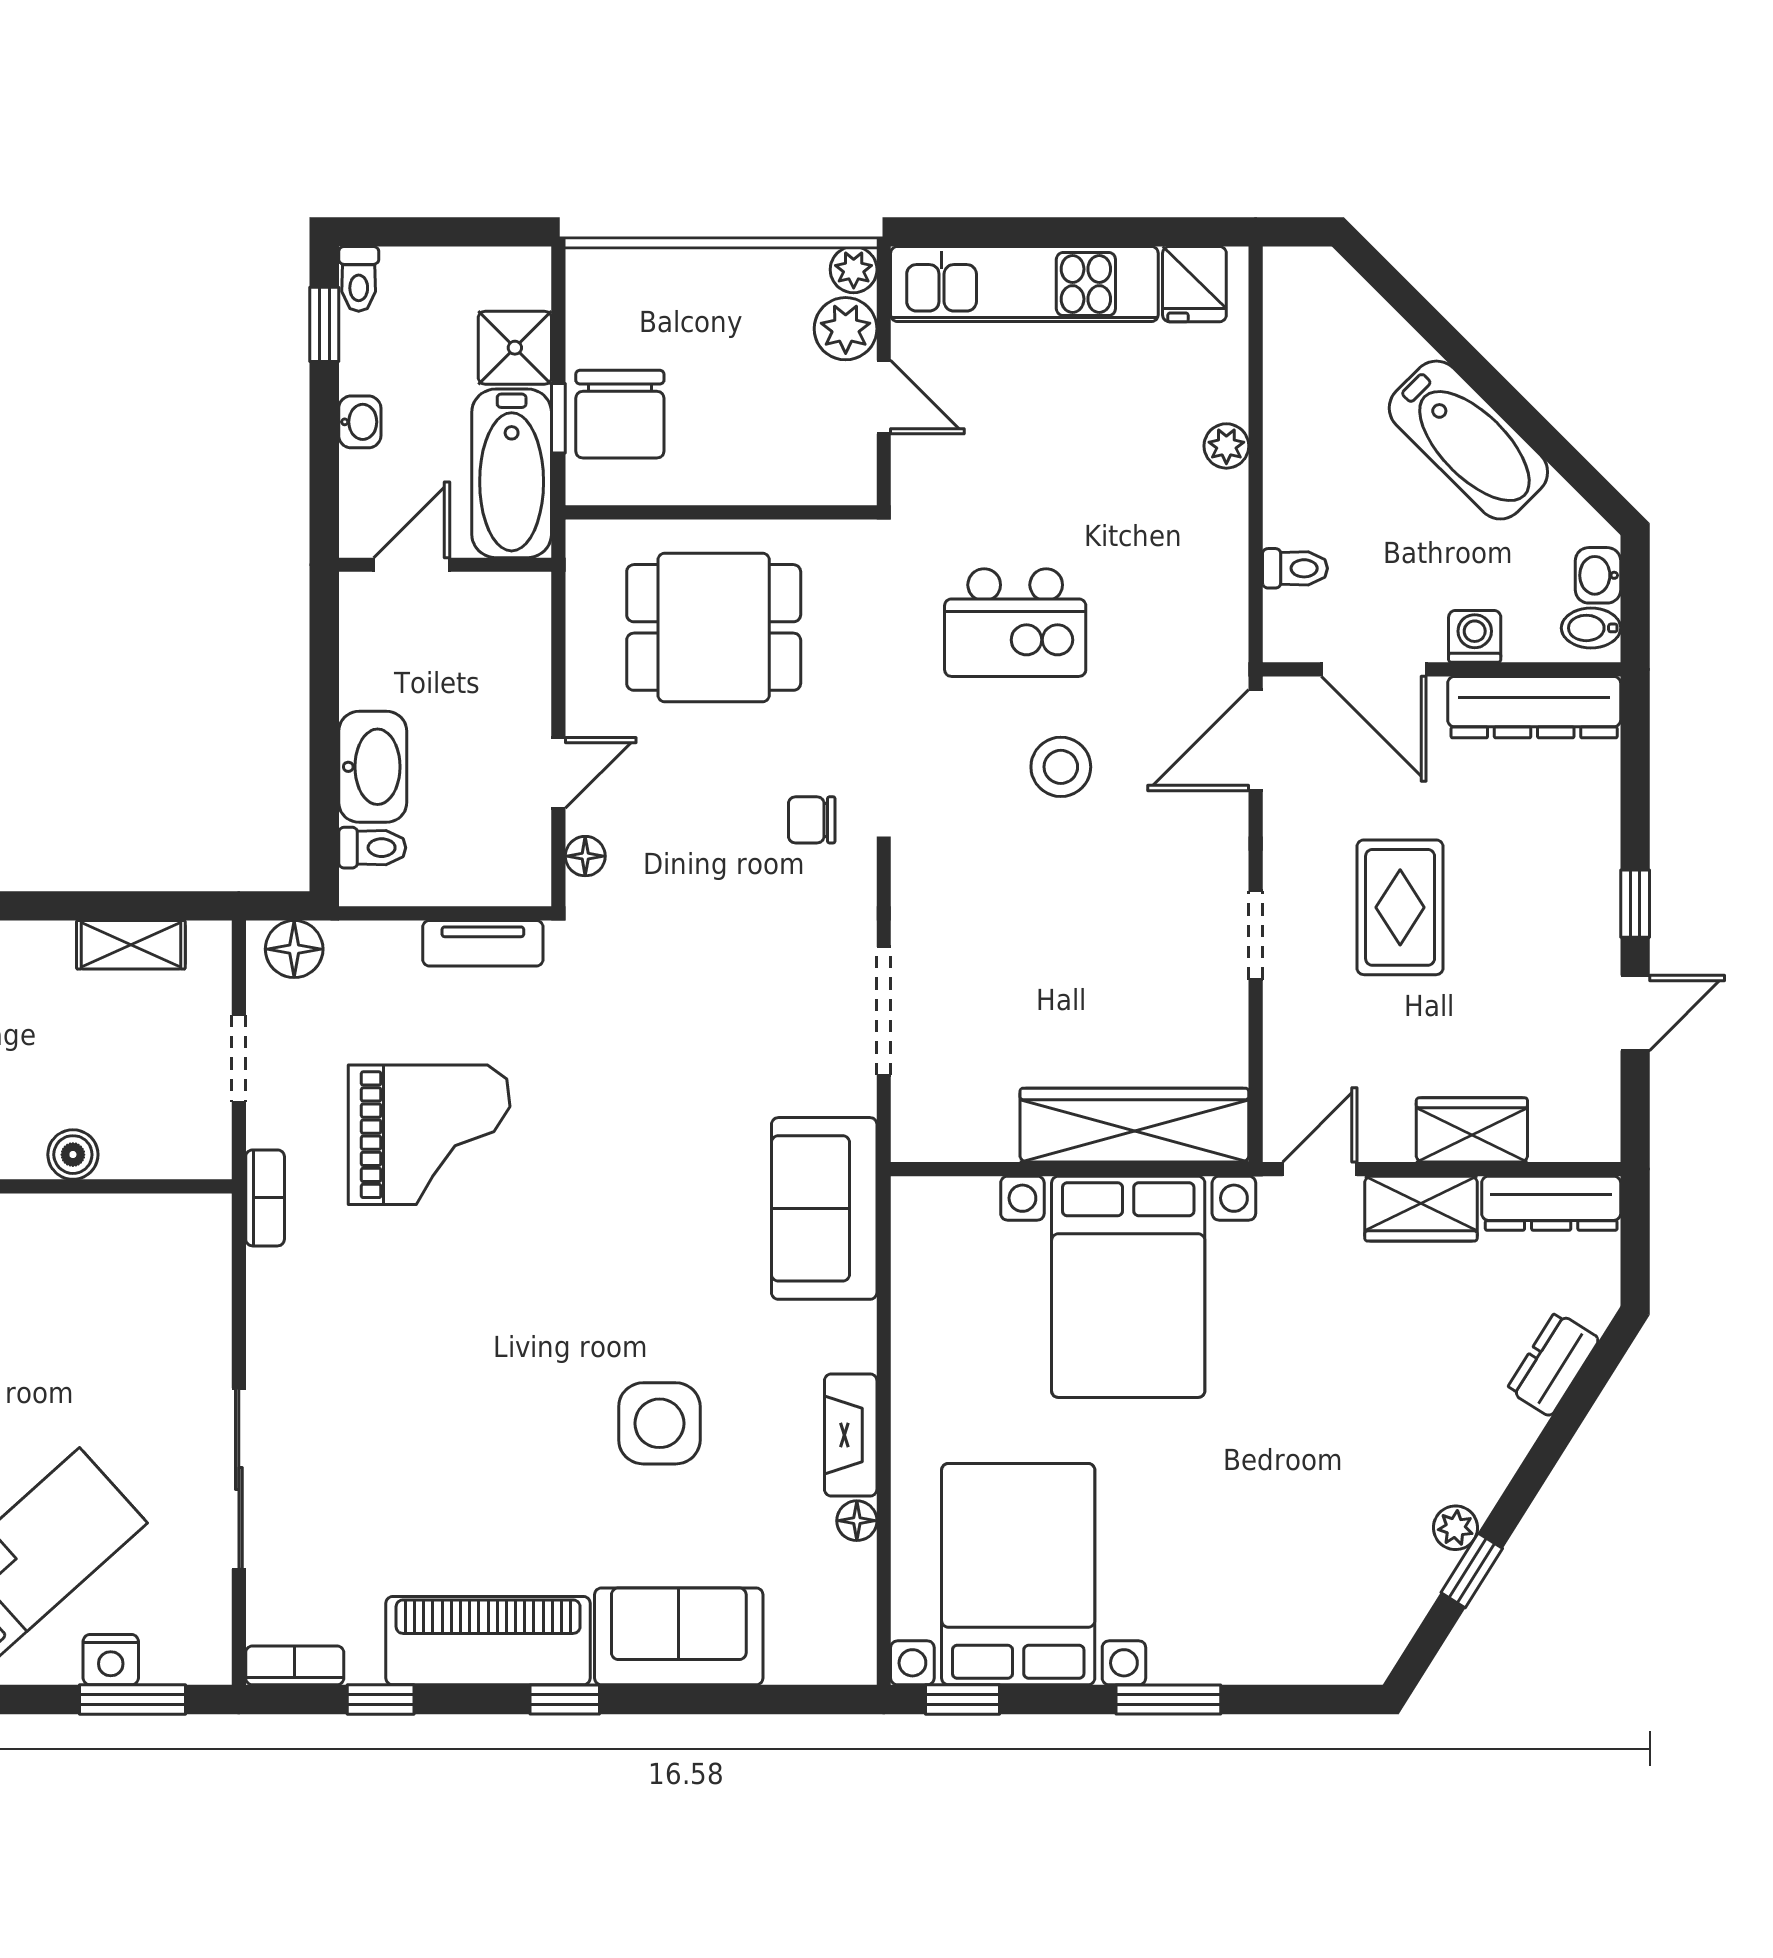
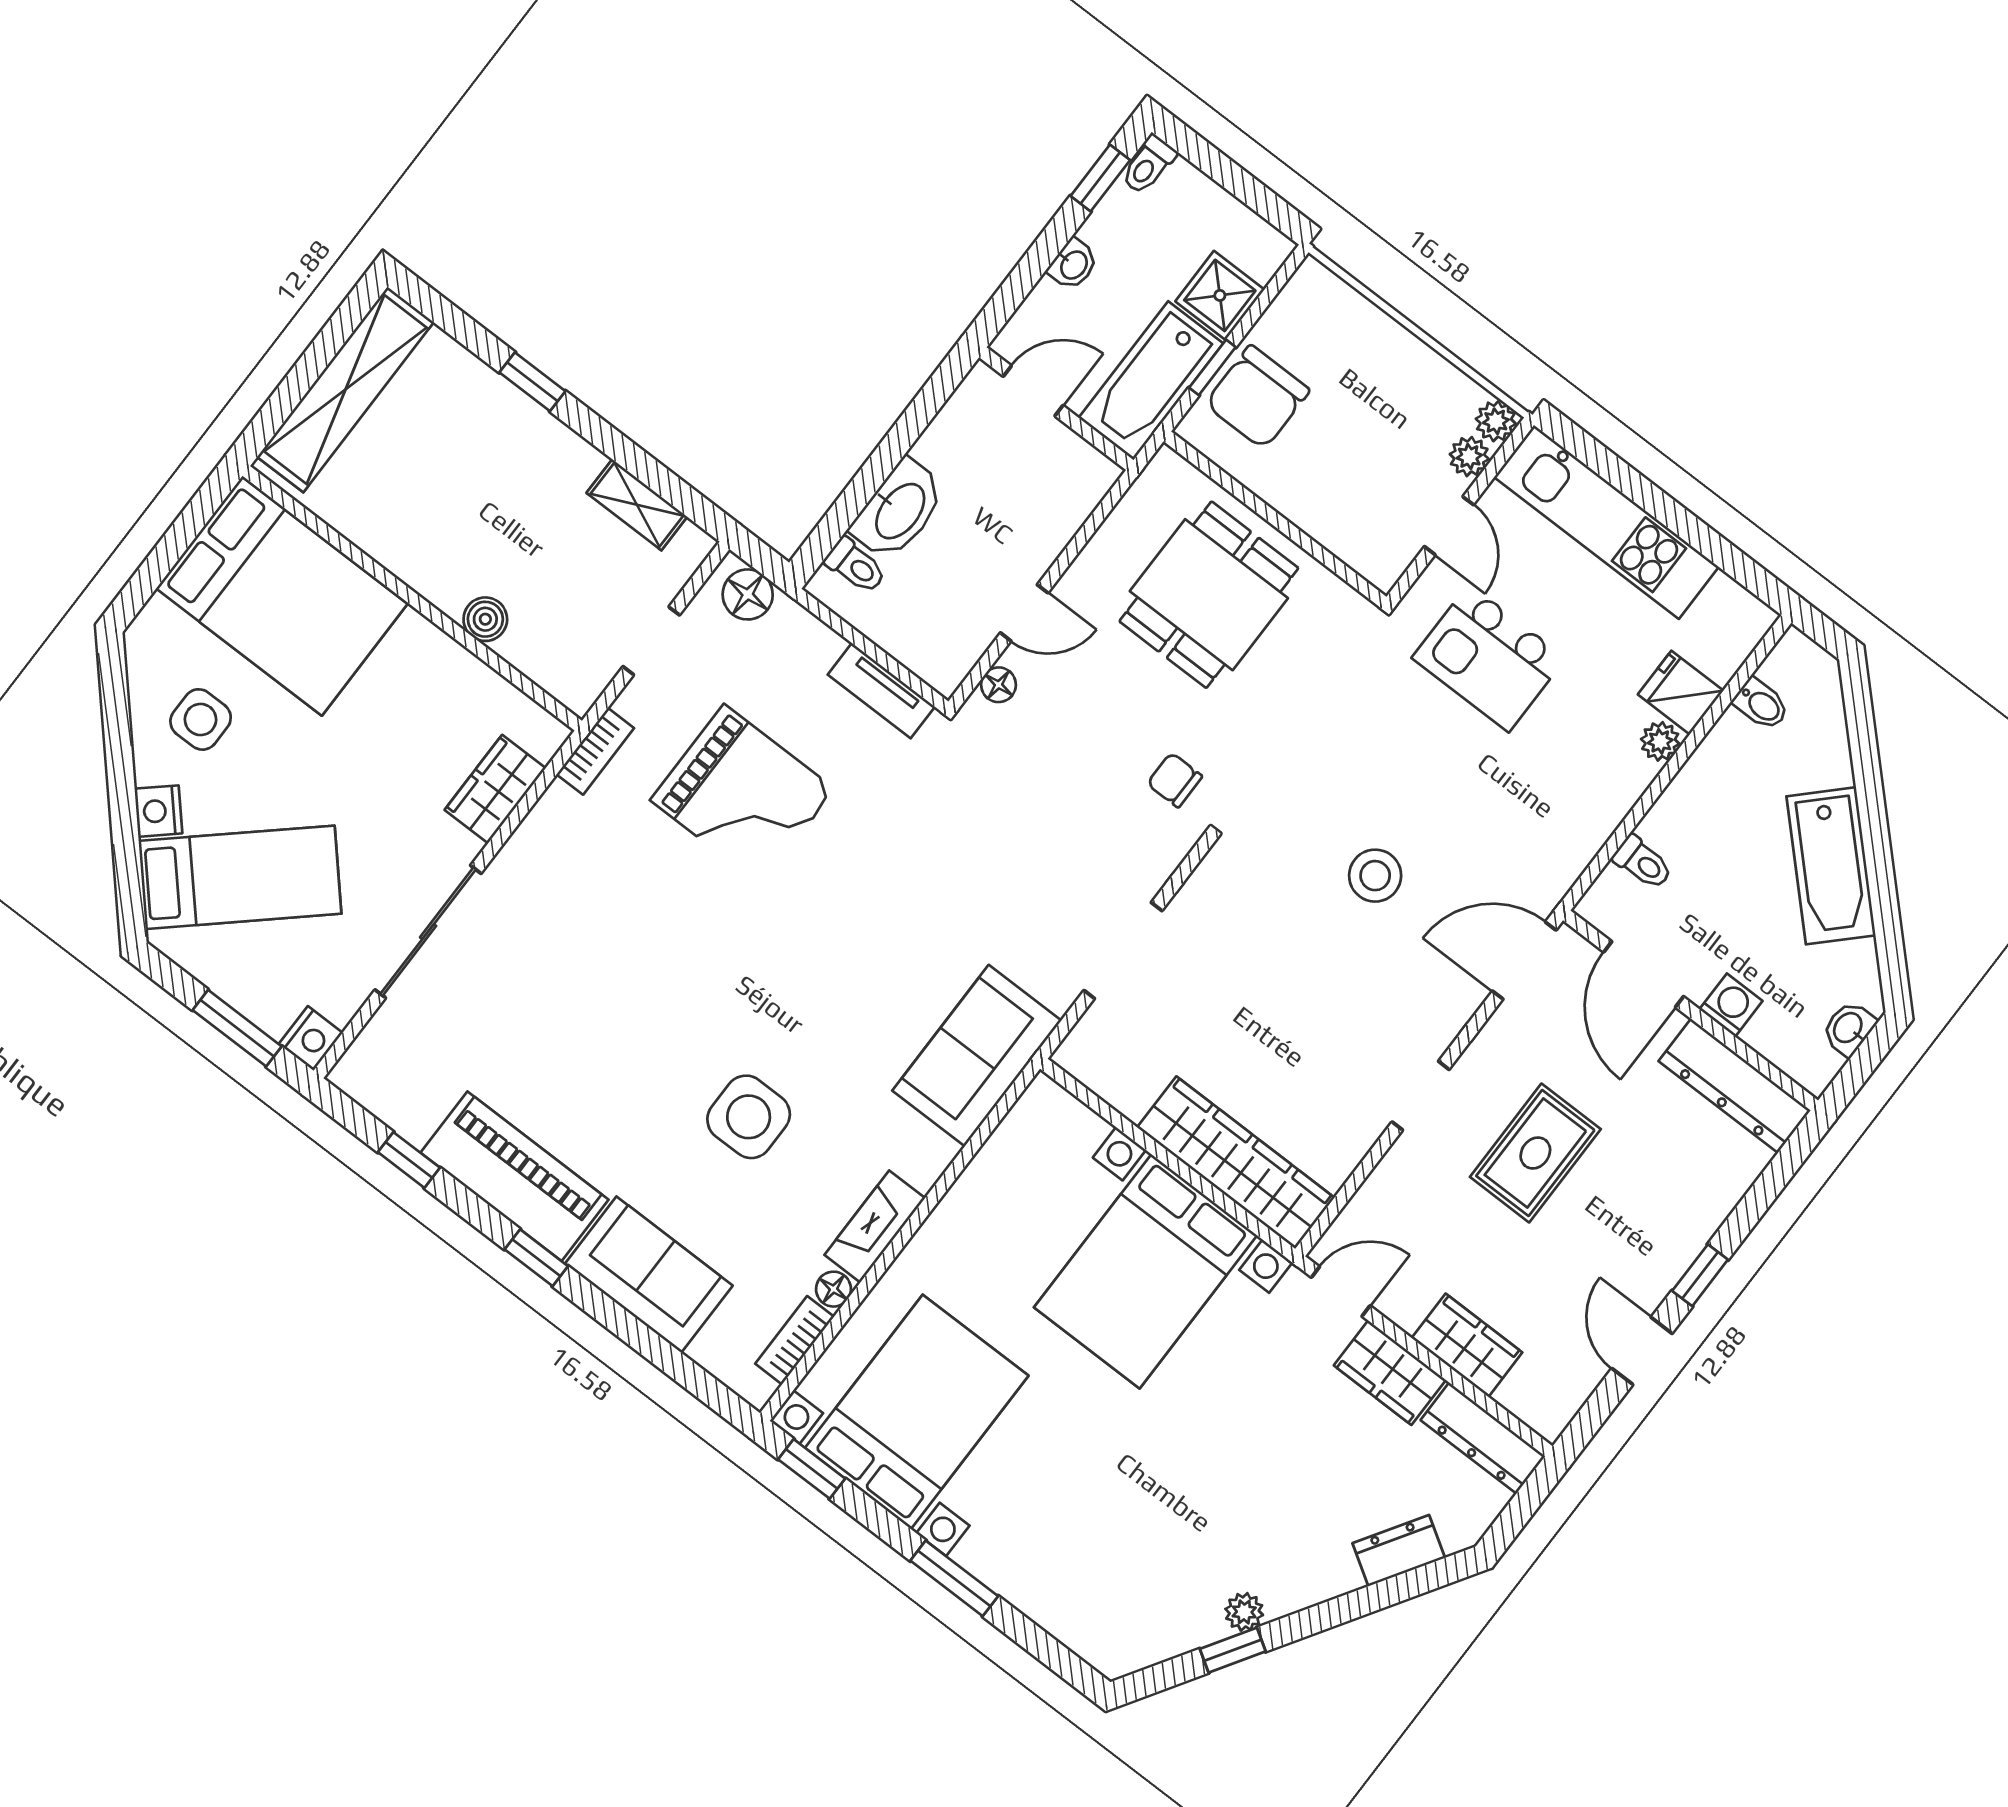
fridge: (1194, 284) -> (1681, 693), moved, turned 90
plant: (846, 329) -> (1469, 457), width x0.73, depth x0.73
kitchen island: (1015, 623) -> (1489, 658), moved
dining table: (714, 627) -> (1209, 595), turned 90
bidet: (1591, 628) -> (1761, 704), moved, turned 180
door: (1635, 1013) -> (1642, 1351), swing flipped
wardrobe: (200, 1302) -> (495, 789), added
nightstand: (111, 1660) -> (311, 1038), moved, turned -90
bookcase: (295, 1665) -> (795, 1340), moved, turned -90

